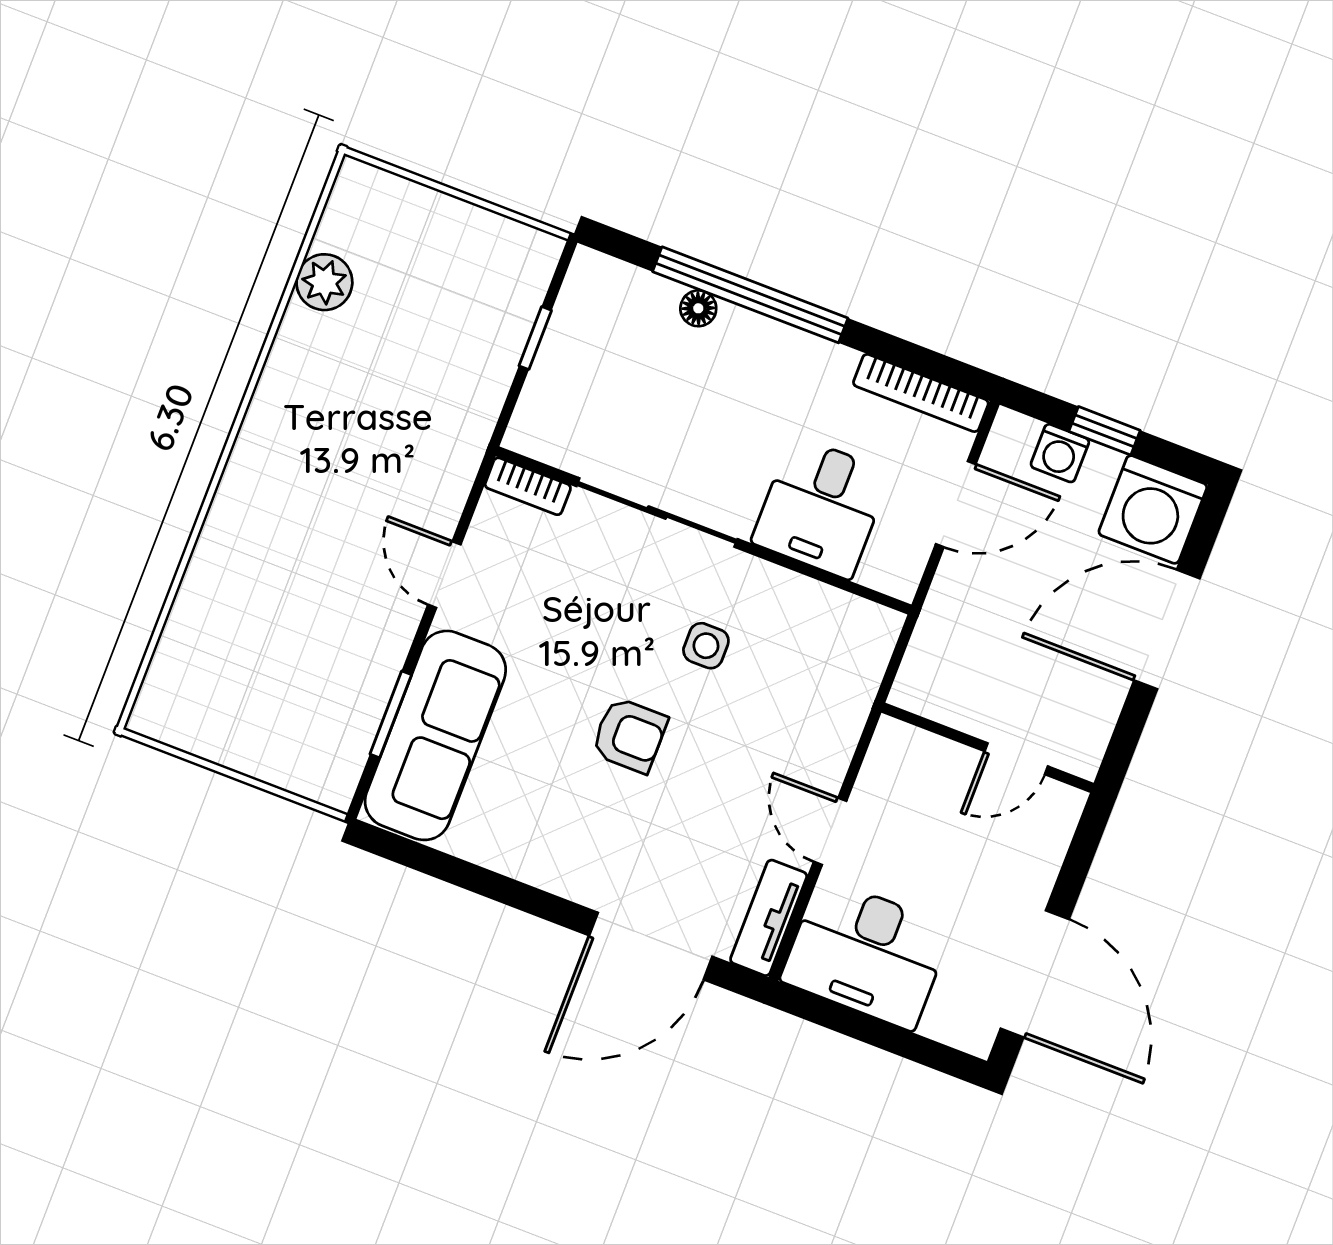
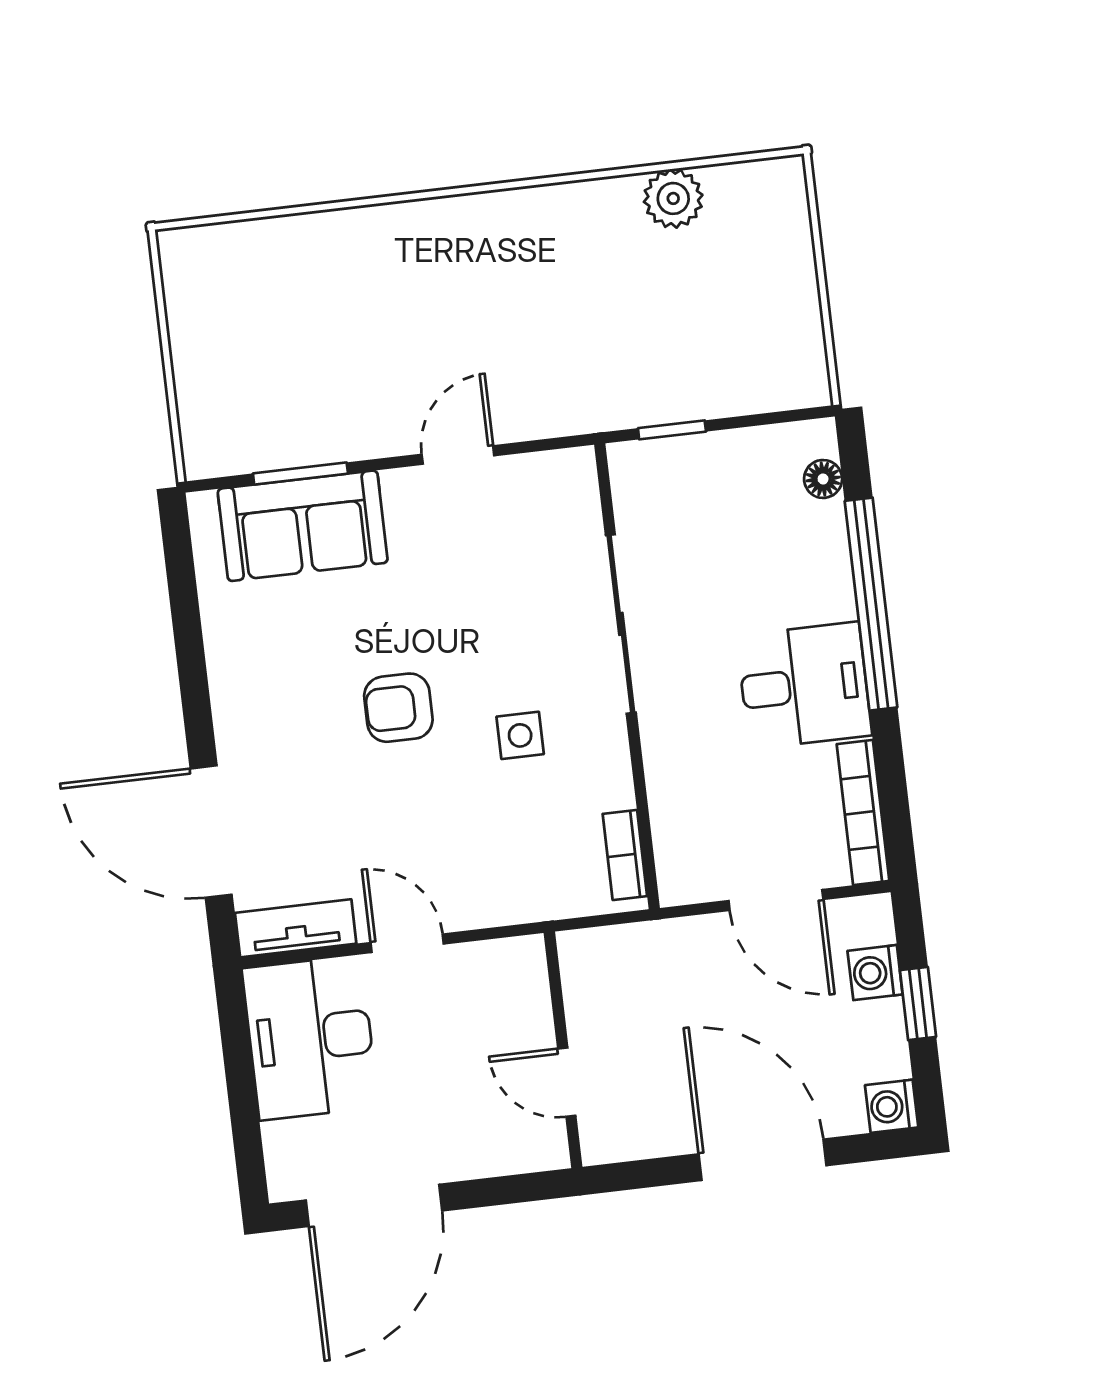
floor lamp: (698, 308) -> (823, 479), moved
window: (535, 338) -> (672, 430), moved
bookcase: (528, 486) -> (625, 855), moved
desk: (821, 507) -> (804, 685), moved, turned 180
washing machine: (1153, 509) -> (892, 1106), width x0.53, depth x0.53
sofa: (435, 735) -> (303, 526), width x0.73
armchair: (629, 735) -> (398, 708), turned 90
door: (830, 831) -> (407, 943), hinge flipped

